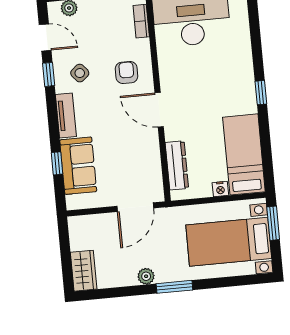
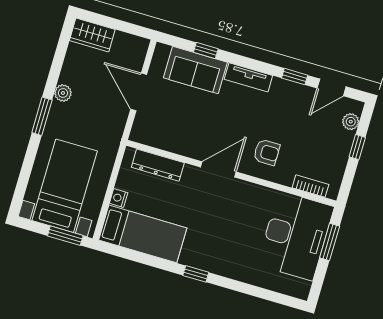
side table: (80, 73) -> (284, 107), removed
door: (135, 207) -> (139, 92), moved

